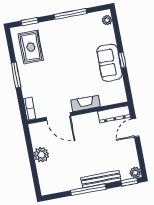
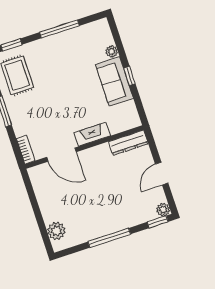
plant: (107, 20) -> (112, 51), moved
door: (135, 128) -> (162, 174), moved
plant: (41, 155) -> (56, 231), moved
bench: (101, 179) -> (123, 223), removed

